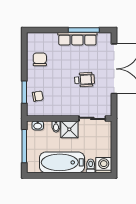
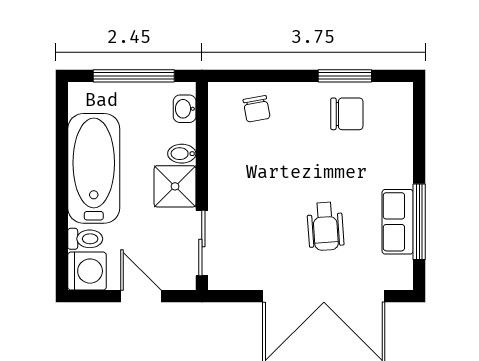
row of seats: (77, 39) -> (398, 222), width x0.68
wheelchair: (84, 80) -> (325, 226), moved
window: (24, 92) -> (345, 76), moved
door: (114, 143) -> (141, 296), added

